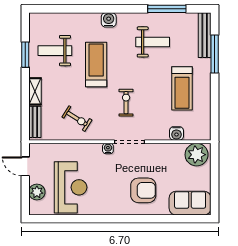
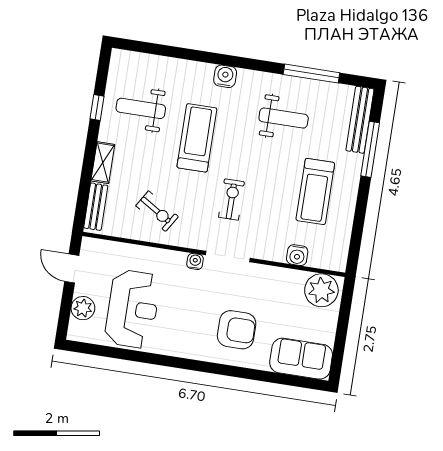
window: (25, 55) -> (97, 107), width x0.67

